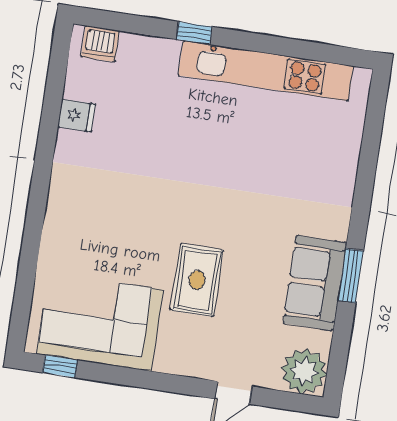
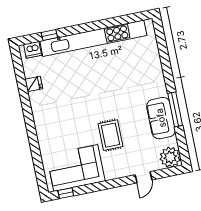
window: (194, 33) -> (49, 35), moved
kitchen unit: (266, 71) -> (93, 38), width x1.36
window: (351, 276) -> (175, 109), width x1.44

